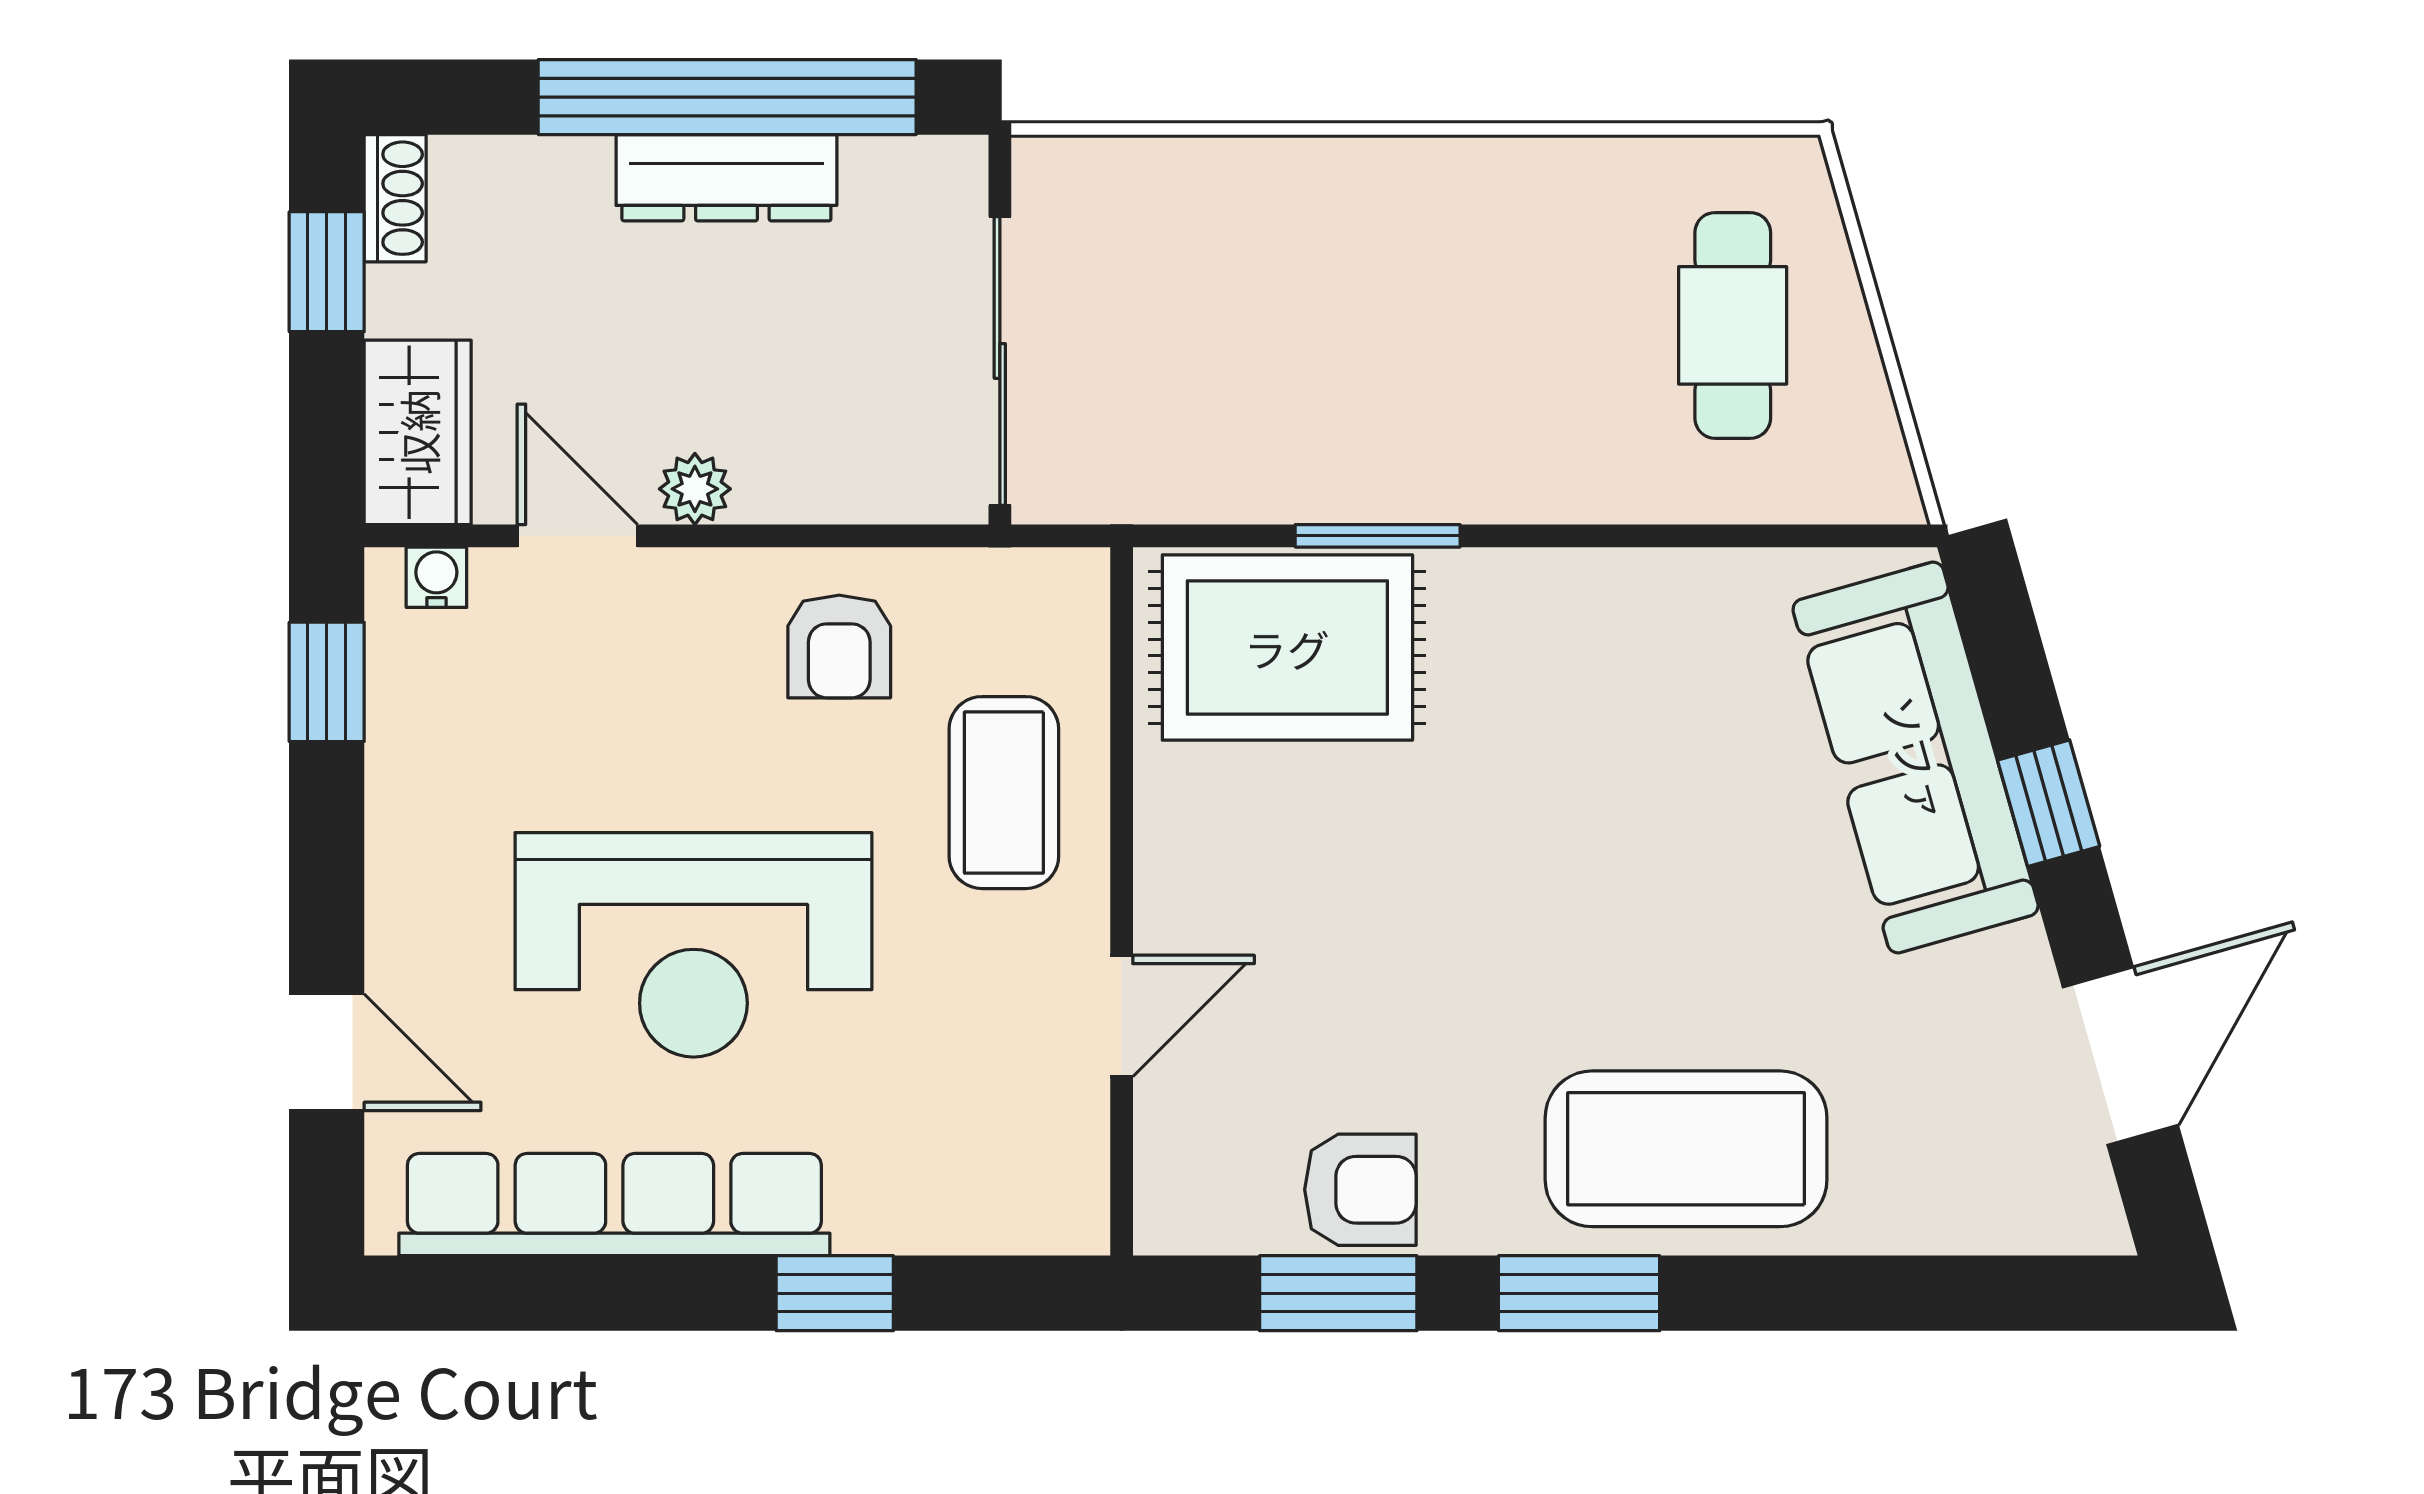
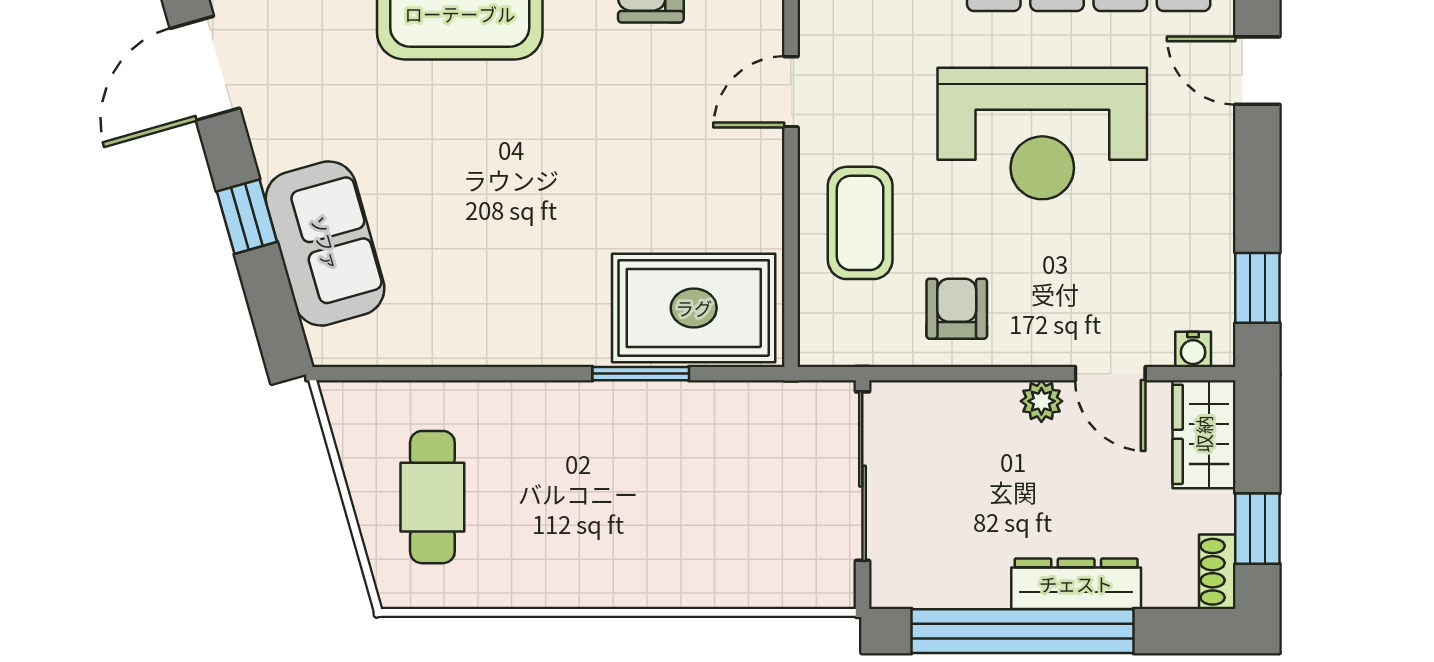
dresser: (726, 178) -> (1076, 584), moved
sofa: (1916, 758) -> (325, 243), width x0.73
reception desk: (693, 945) -> (1042, 134), turned 180

